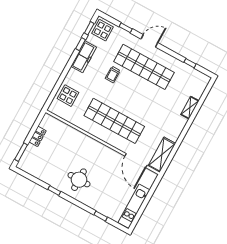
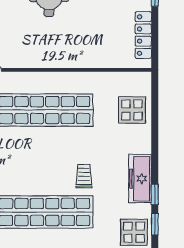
locker: (38, 136) -> (143, 35), width x1.53

